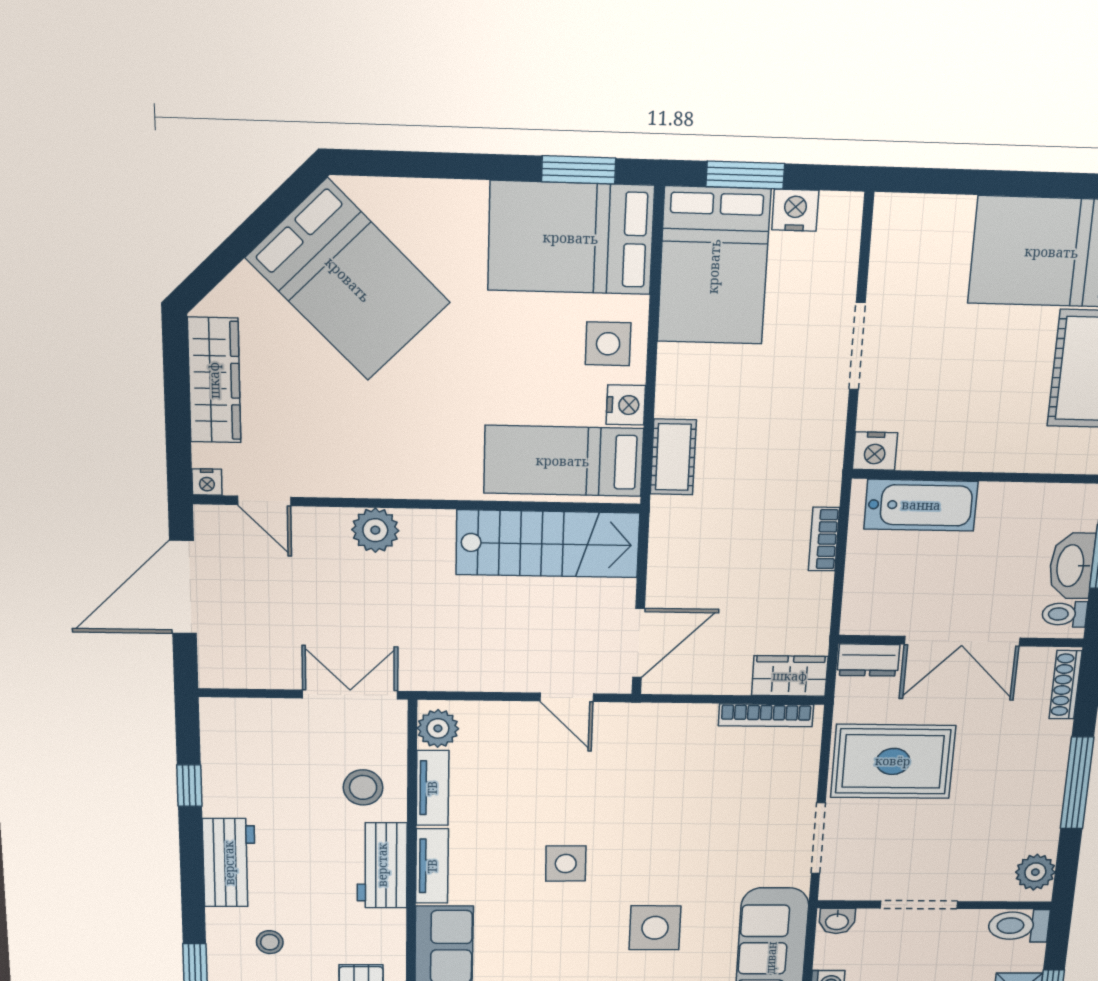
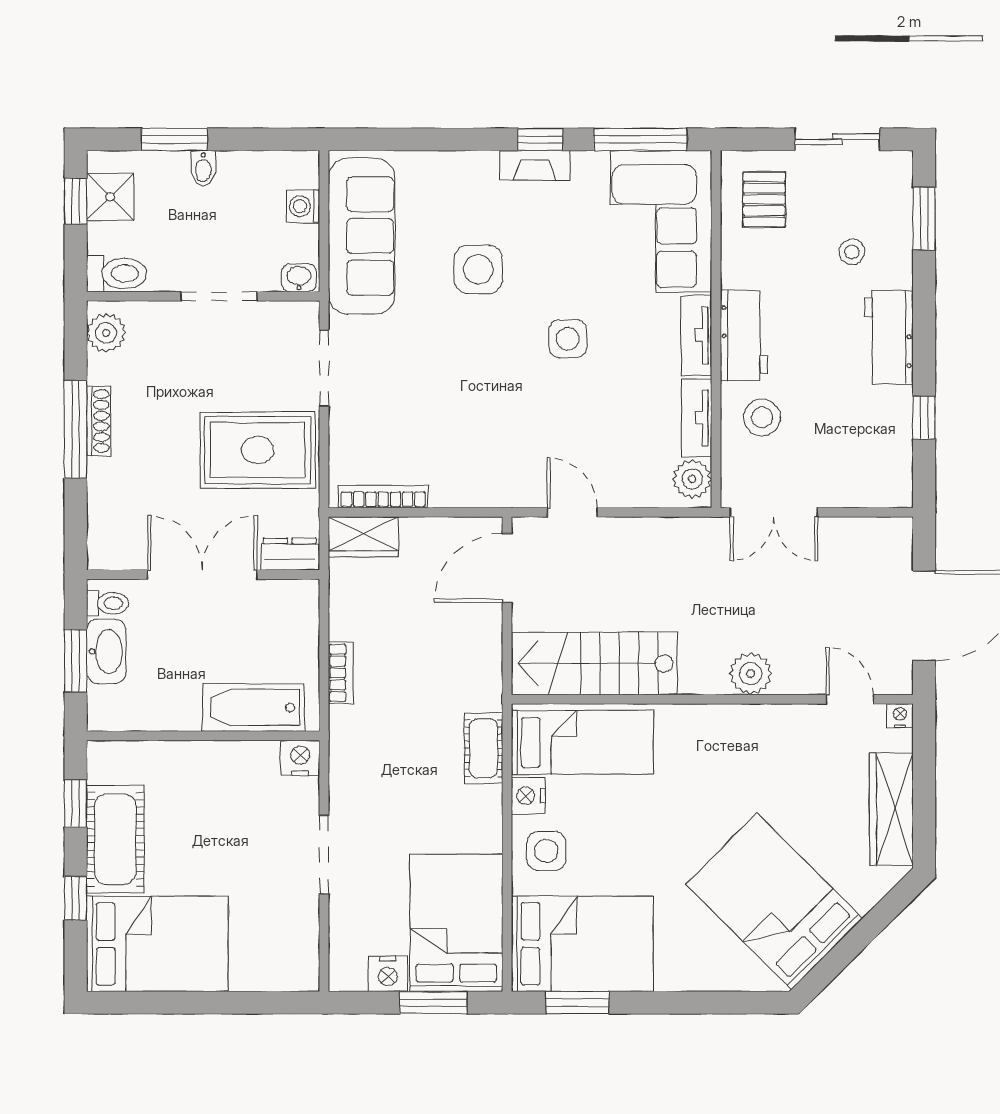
shoe rack: (1065, 685) -> (98, 421), moved

